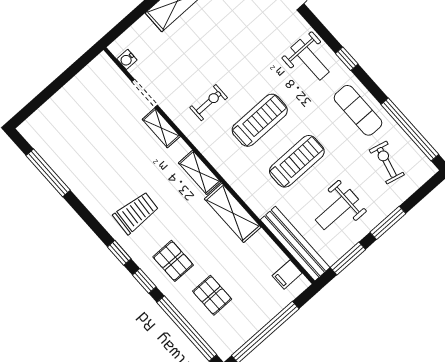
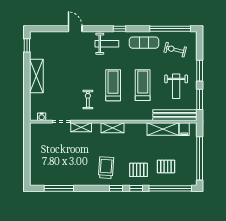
shelving: (233, 213) -> (163, 129), moved

